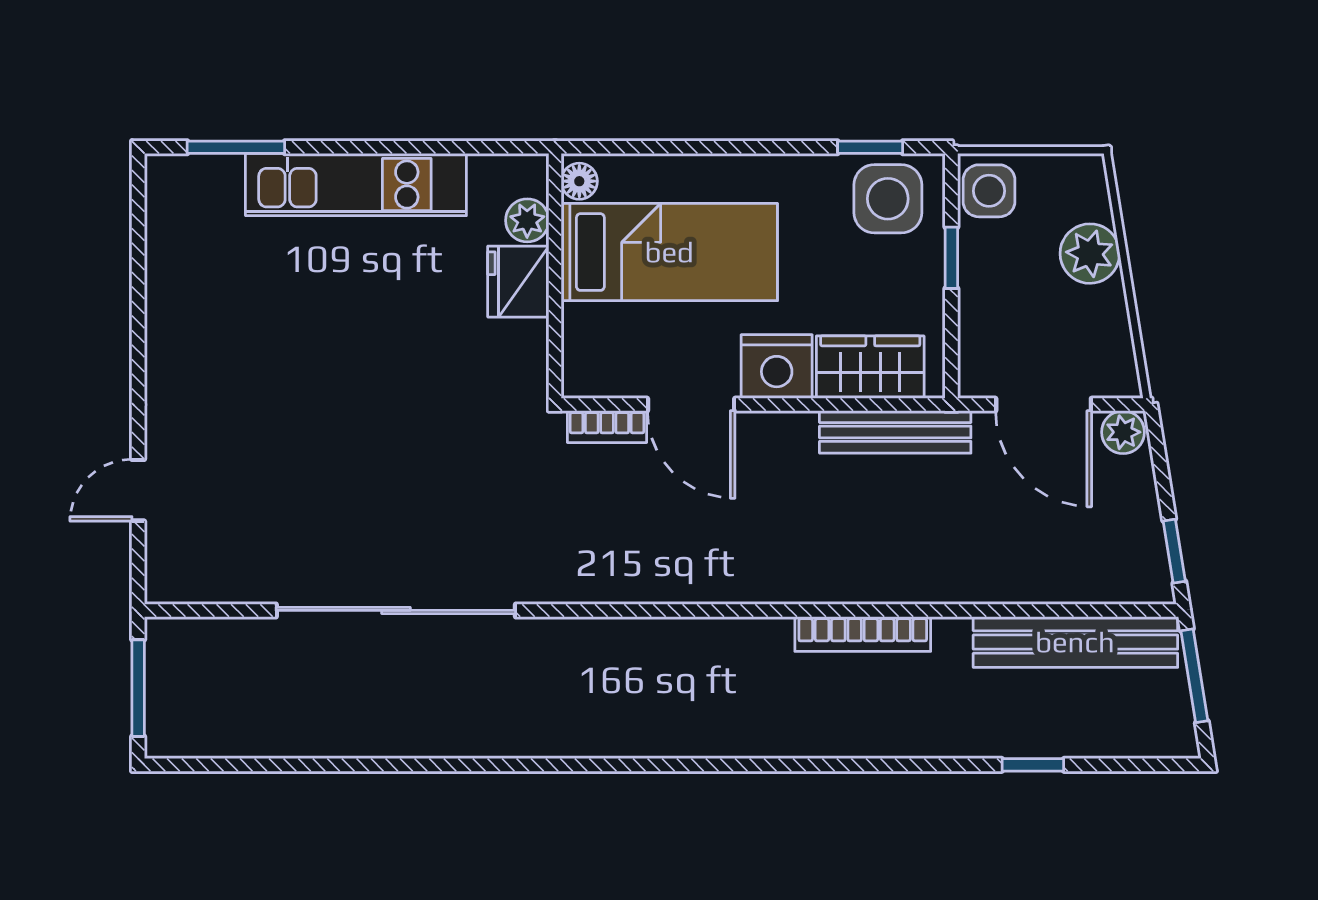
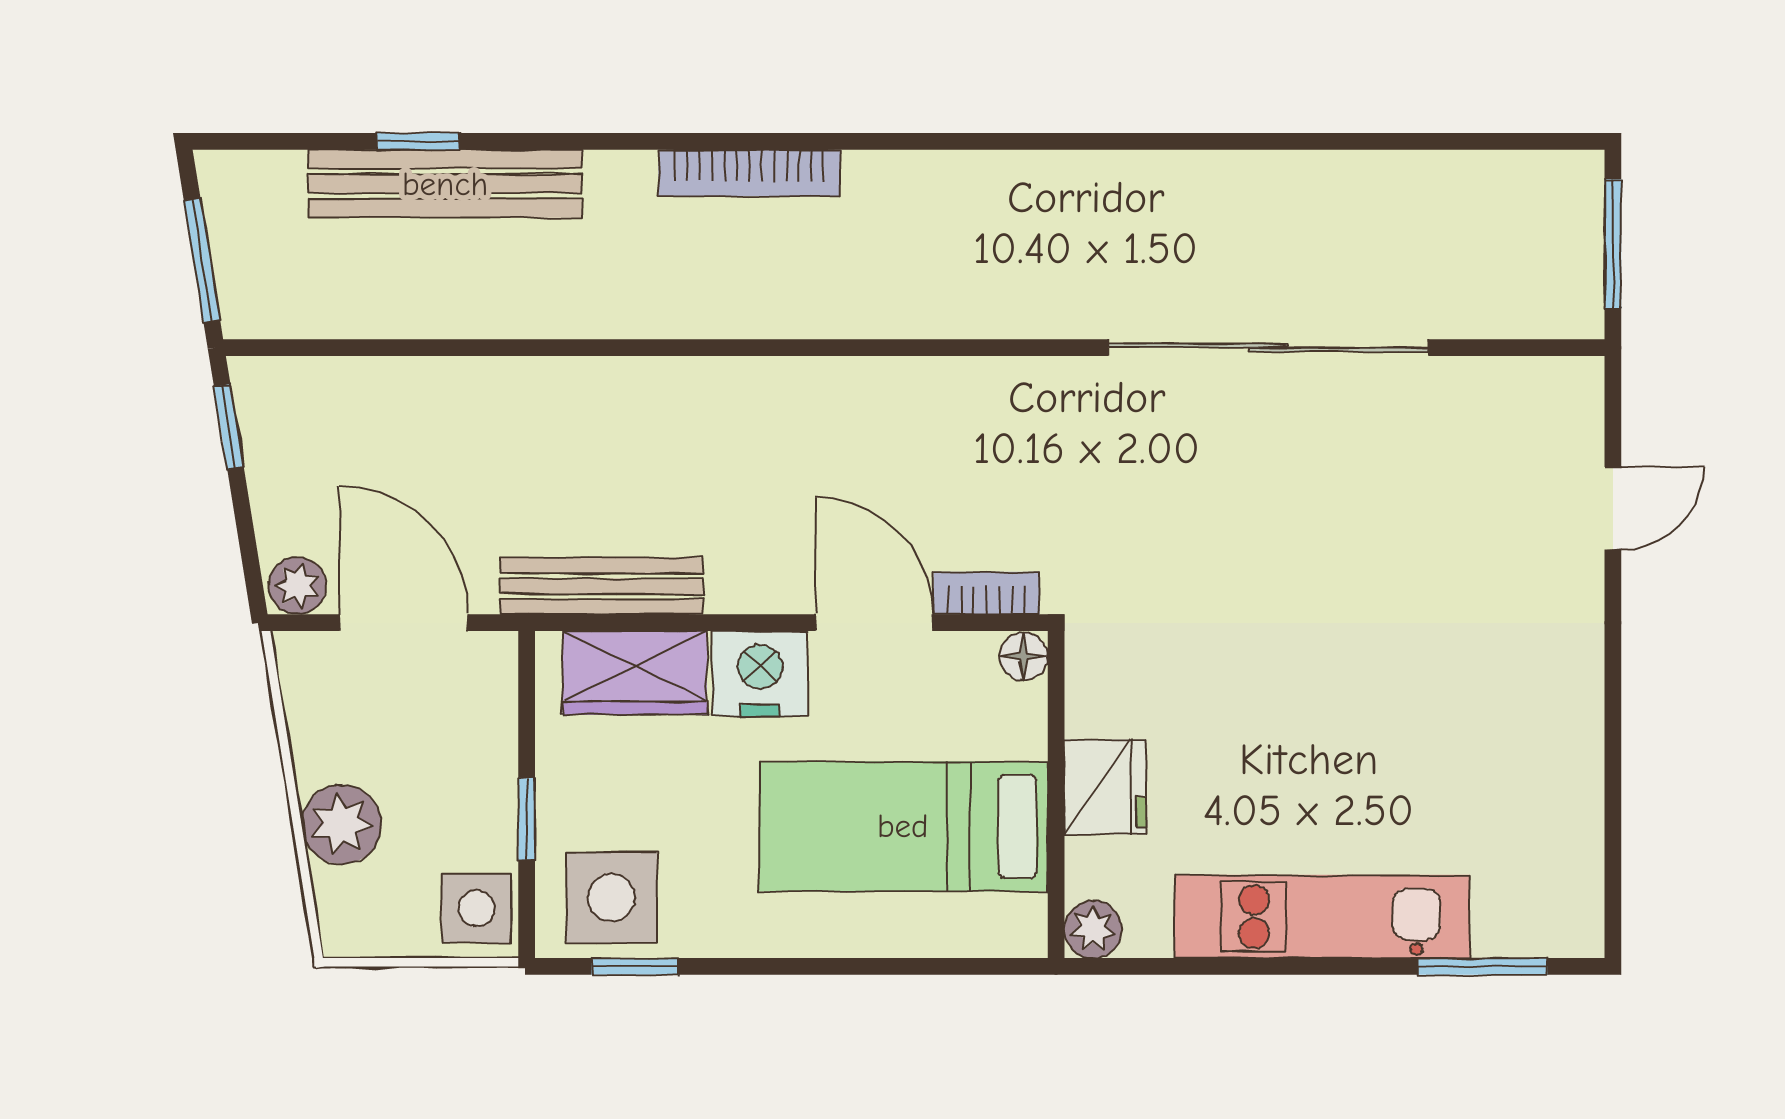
floor lamp: (579, 181) -> (1024, 656), moved
plant: (527, 220) -> (1093, 929), moved
bookcase: (863, 634) -> (749, 173), moved, turned 180
bench: (1075, 642) -> (445, 184), moved

